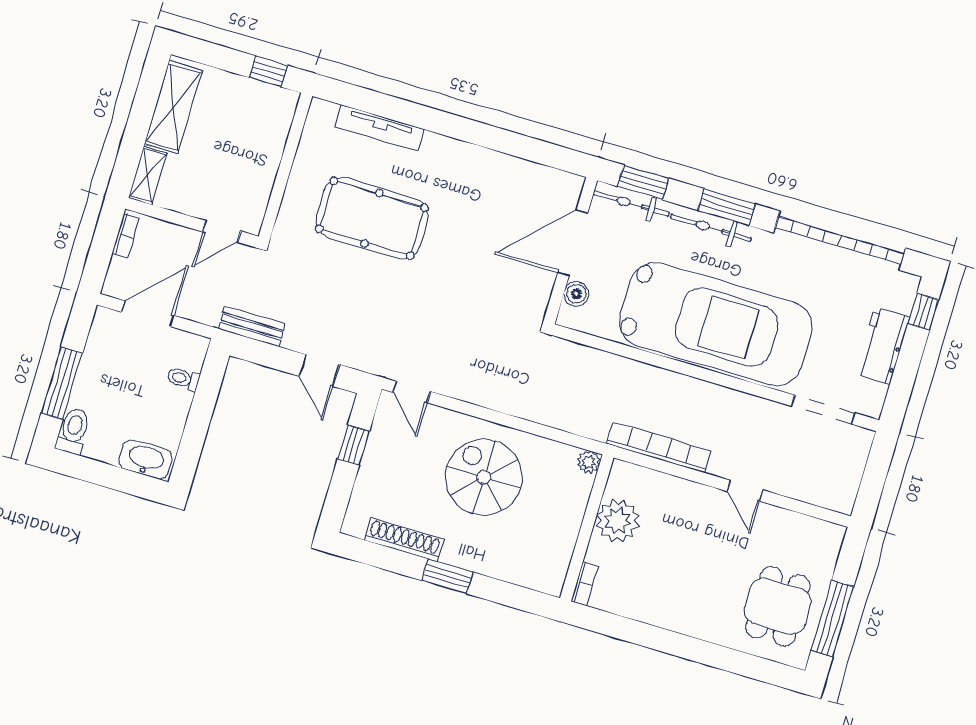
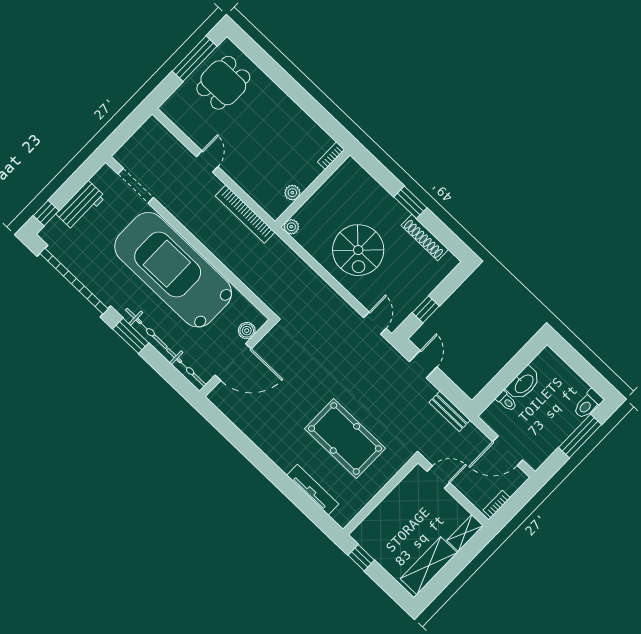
window: (643, 182) -> (173, 376), removed
washbasin: (146, 459) -> (524, 384), moved, turned -90
plant: (618, 521) -> (292, 193), width x0.53, depth x0.53

